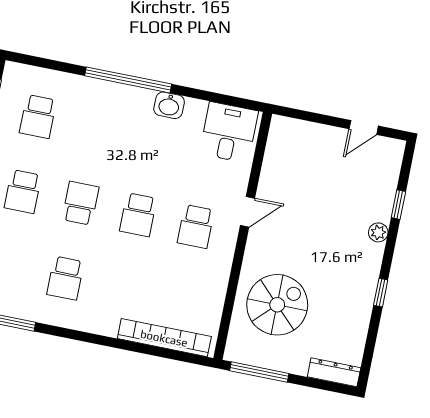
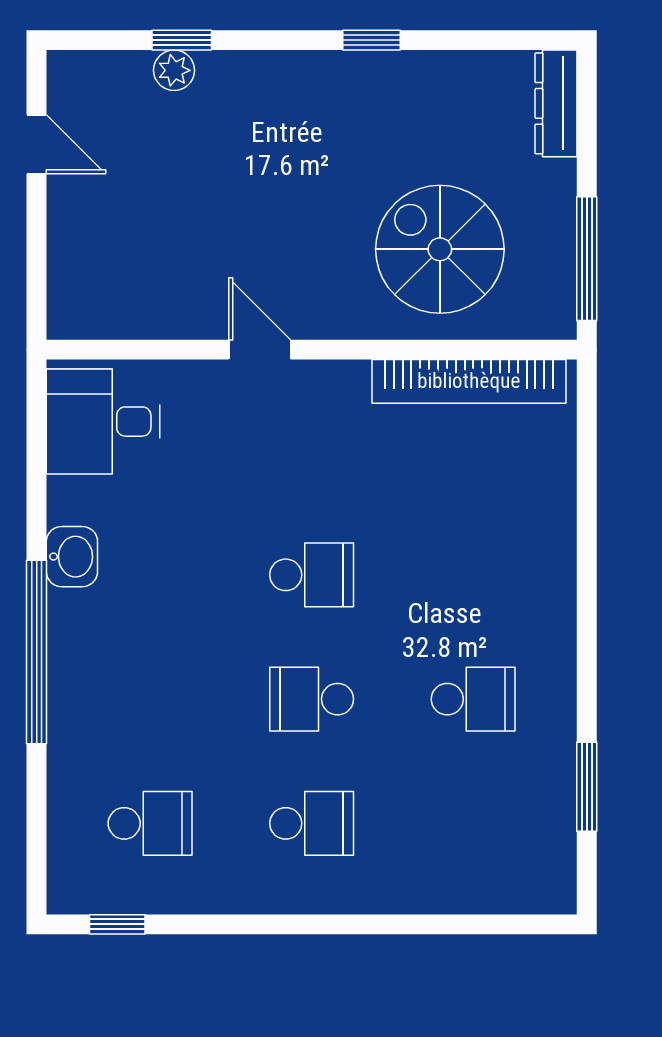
school desk: (196, 226) -> (312, 451), removed
plant: (378, 232) -> (174, 70), moved
bookcase: (164, 338) -> (469, 381), moved, turned -90

